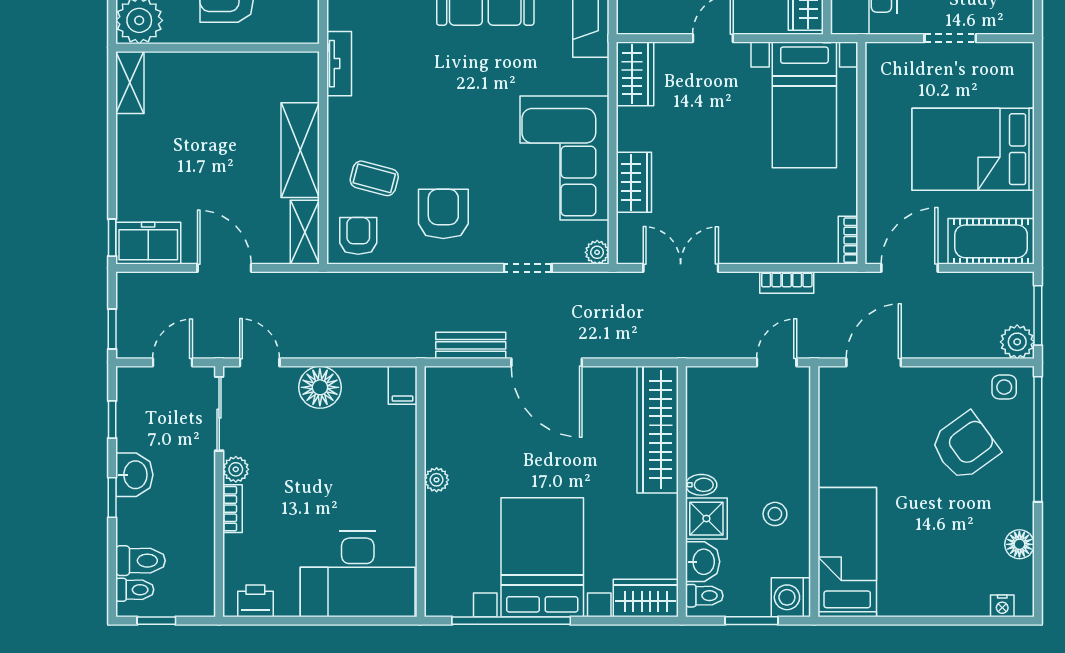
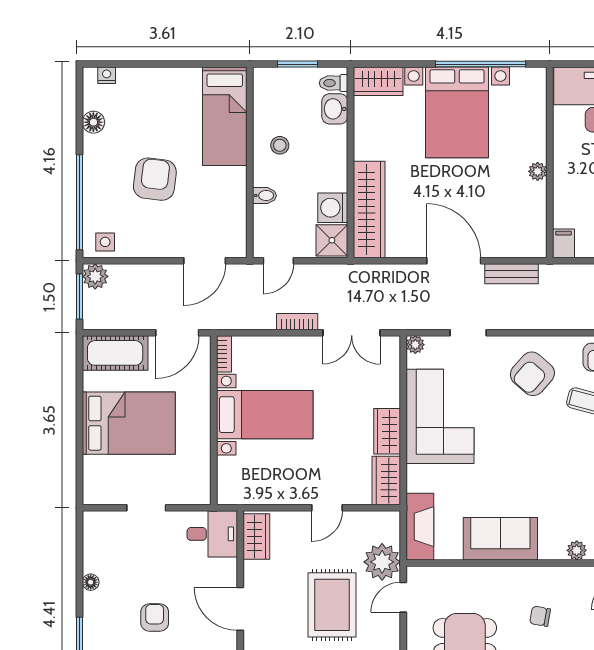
bed with nightstands: (804, 105) -> (265, 415), moved, turned 90
wardrobe: (634, 182) -> (387, 431), moved
armchair: (443, 214) -> (532, 374), turned 41
bookcase: (787, 283) -> (297, 322), moved
armchair: (965, 446) -> (155, 179), moved, turned 133
bidet: (701, 485) -> (265, 196), moved, turned 180
shower: (706, 519) -> (332, 240), moved
washing machine: (791, 597) -> (333, 208), moved, turned 180

